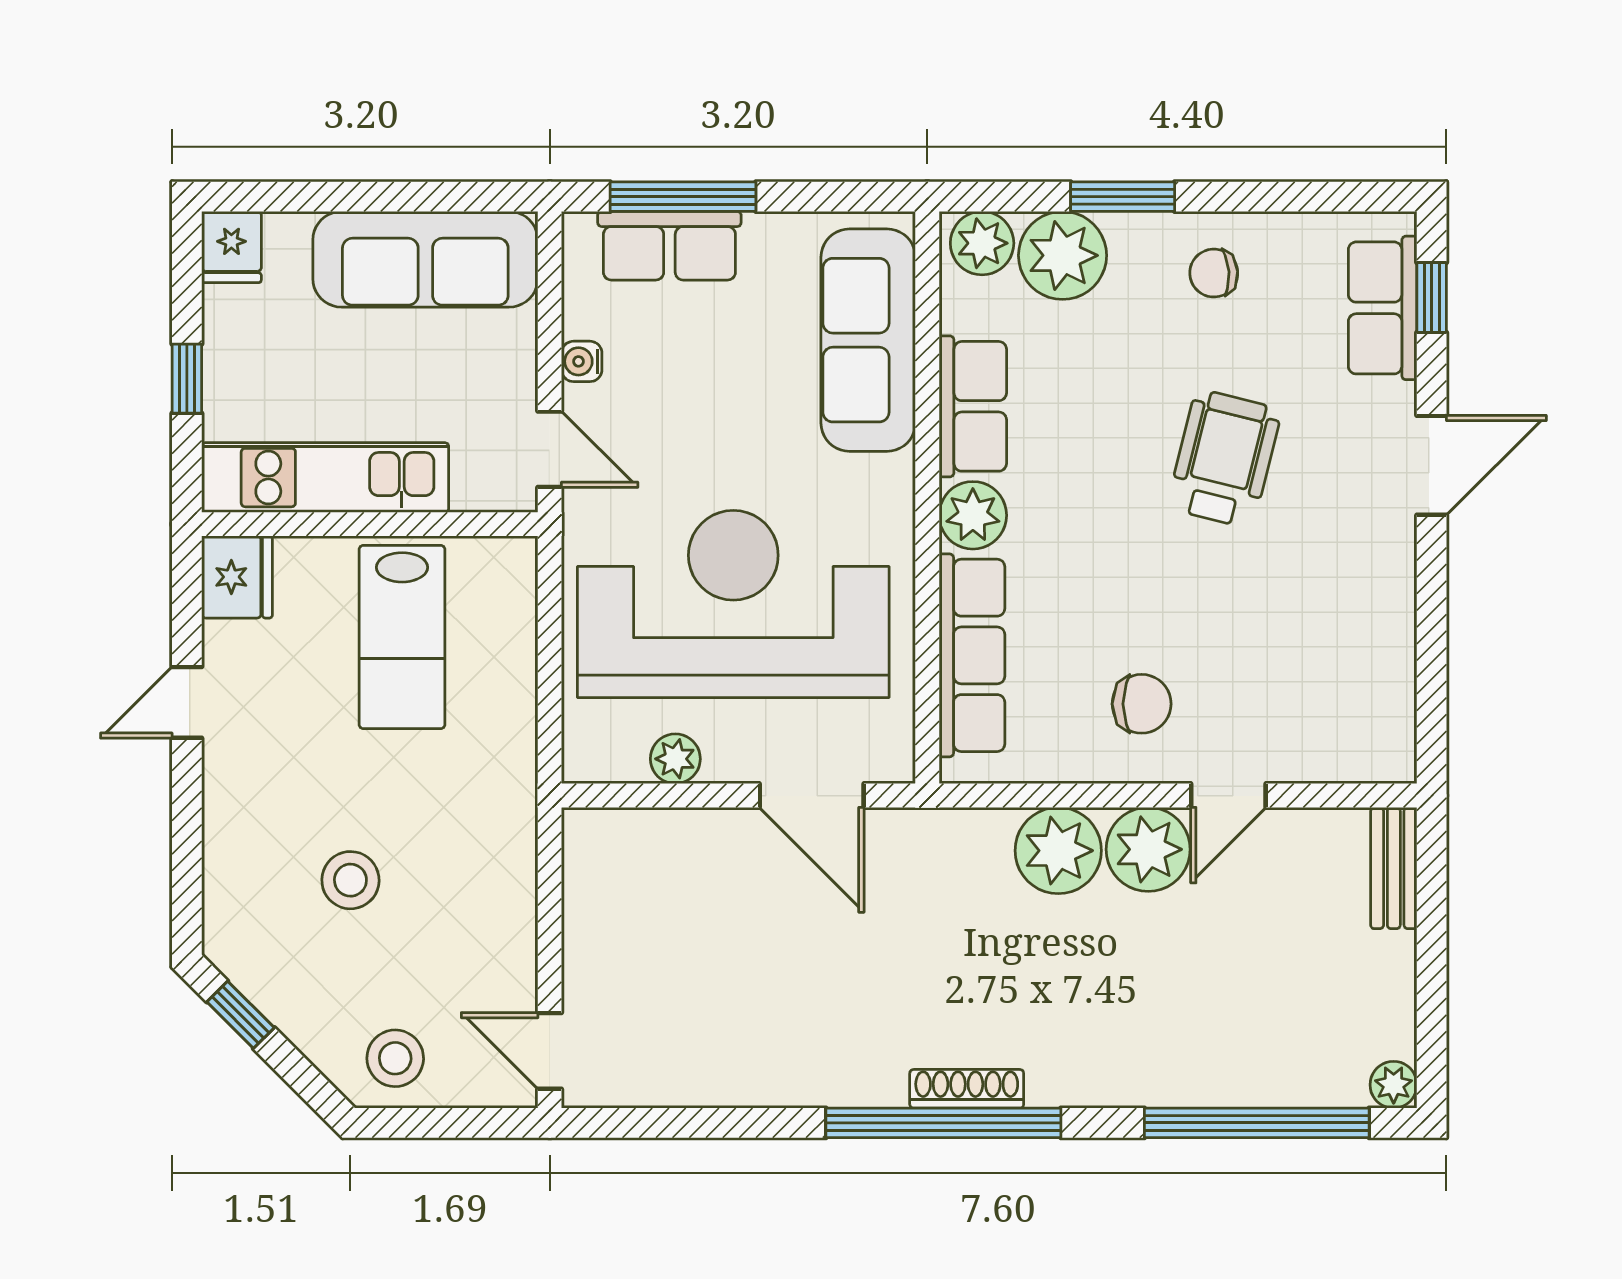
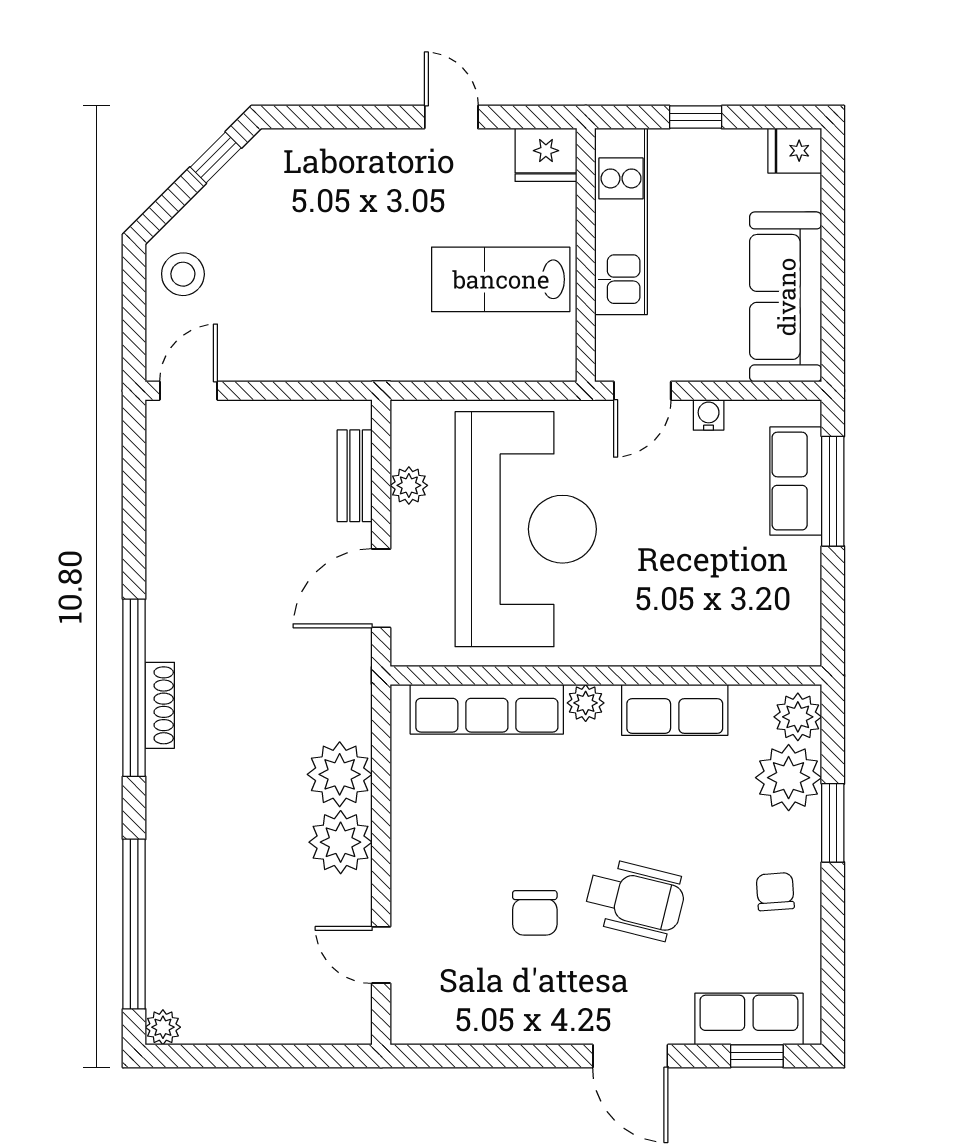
sofa: (868, 340) -> (725, 631), removed
plant: (973, 515) -> (586, 703), width x0.73, depth x0.73
chair: (1142, 704) -> (535, 913), moved
door: (1228, 796) -> (381, 955), moved
bench: (1394, 868) -> (355, 476), moved, turned 90
stool: (350, 880) -> (317, 240), removed

